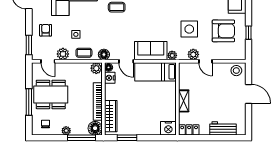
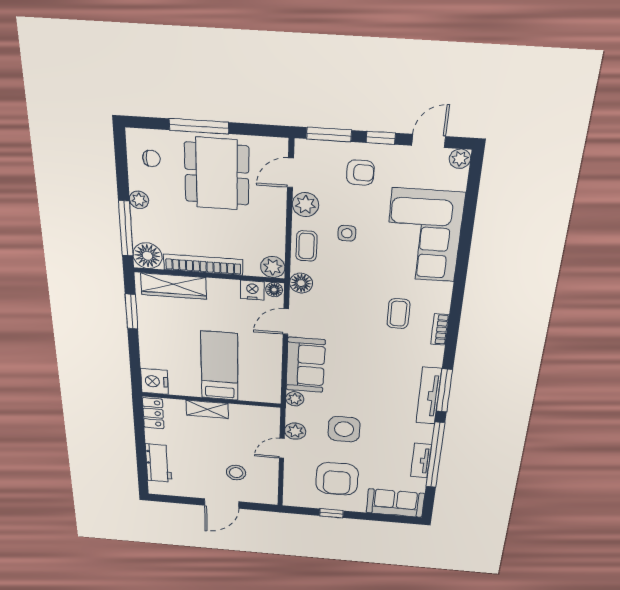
window: (29, 23) -> (381, 138), added
stool: (236, 71) -> (236, 473), moved
bed: (156, 72) -> (219, 366), moved

